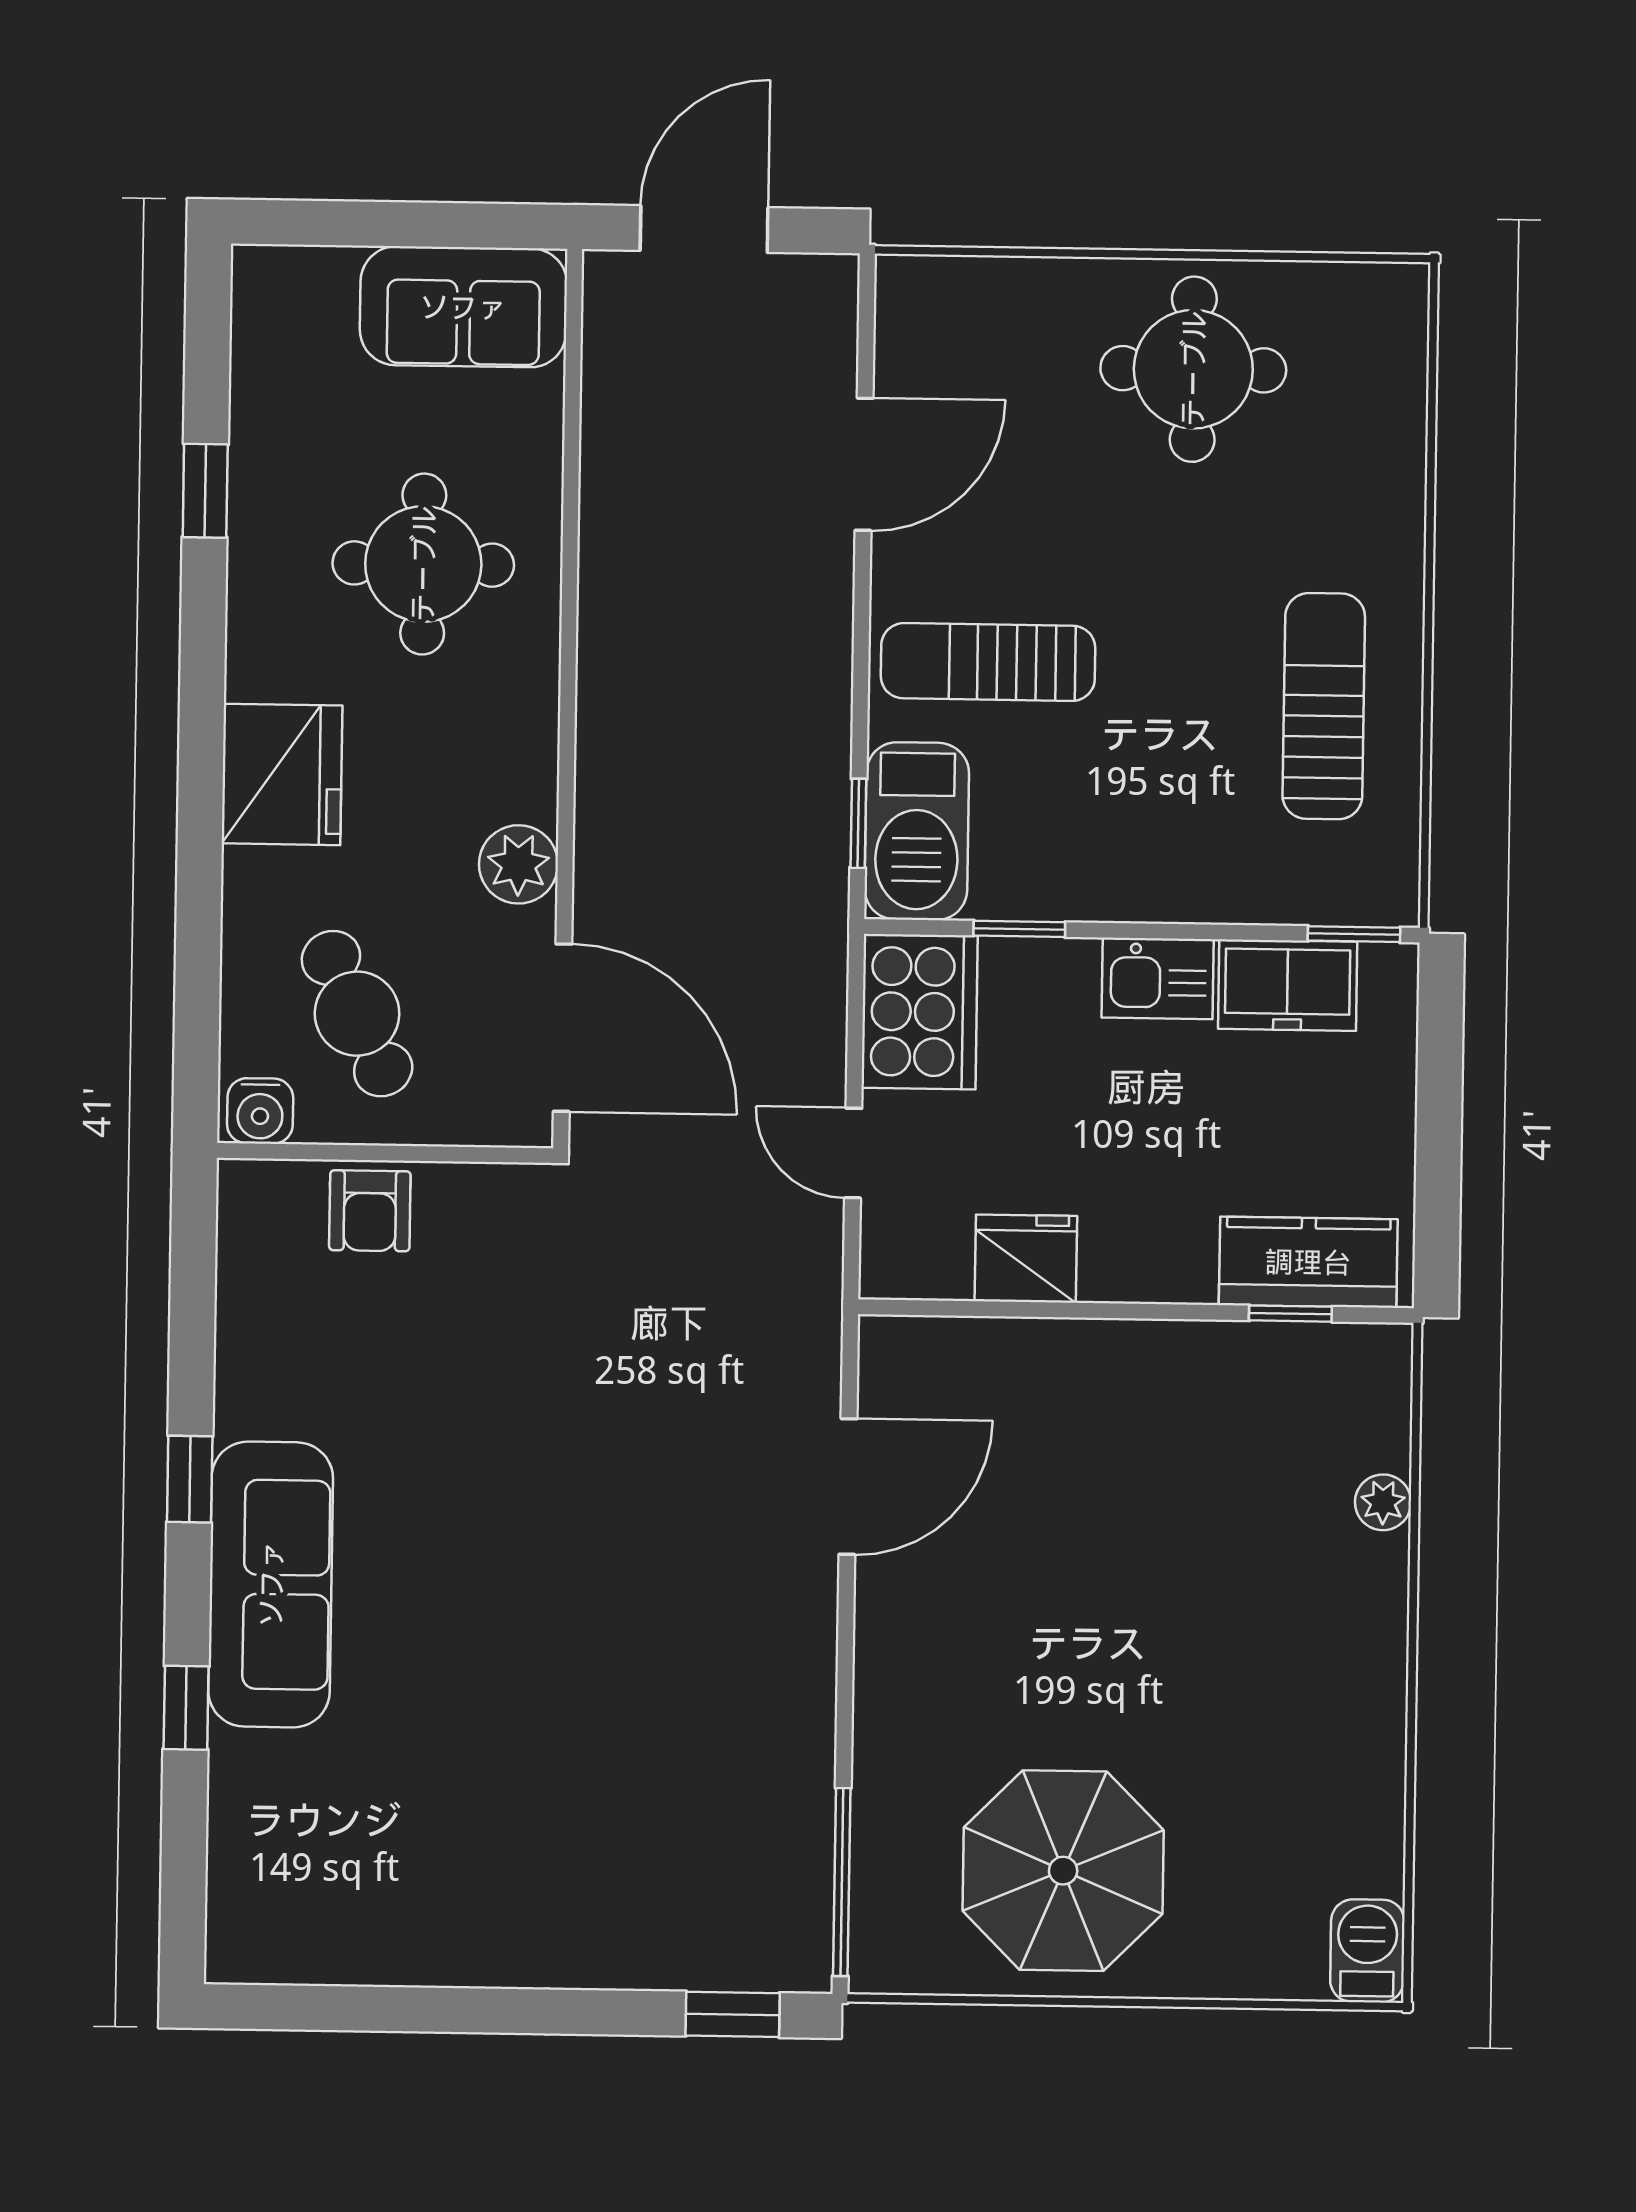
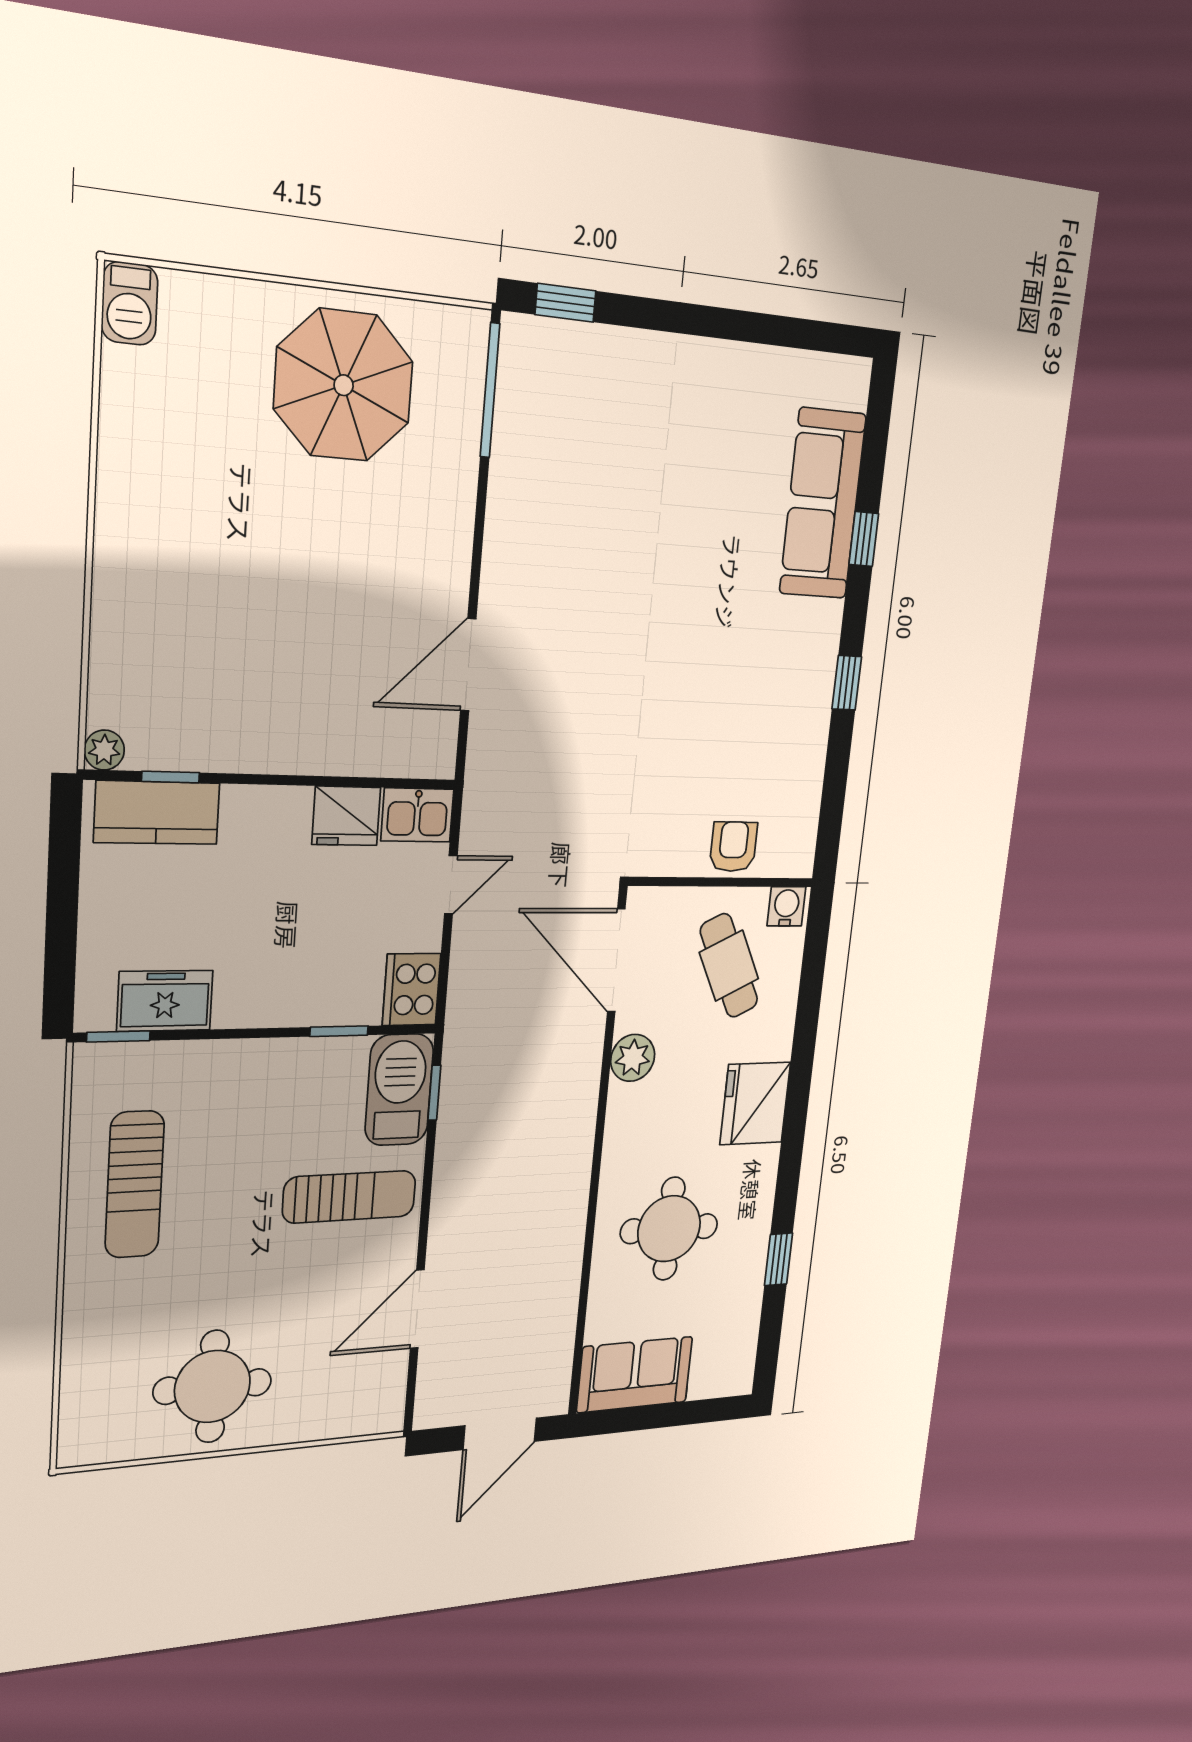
kitchen sink: (1158, 978) -> (417, 815), moved, turned 180
cooker: (920, 1012) -> (412, 989), width x0.73, depth x0.76
door: (853, 1153) -> (451, 885), hinge flipped
plant: (1383, 1502) -> (104, 750), moved
sofa: (271, 1584) -> (823, 504), moved

